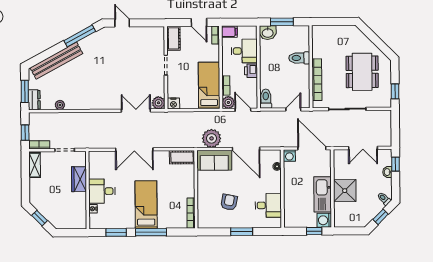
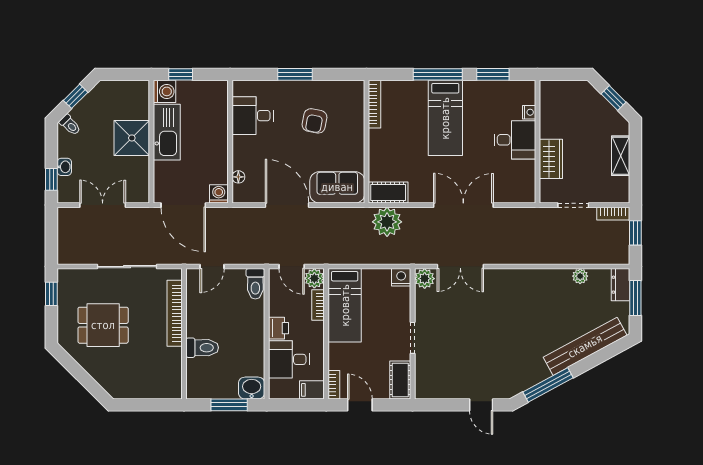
dining table: (362, 72) -> (103, 325), width x0.73
plant: (212, 138) -> (387, 222), moved
shelving: (35, 165) -> (621, 156), moved

